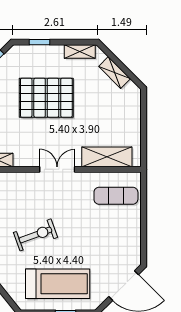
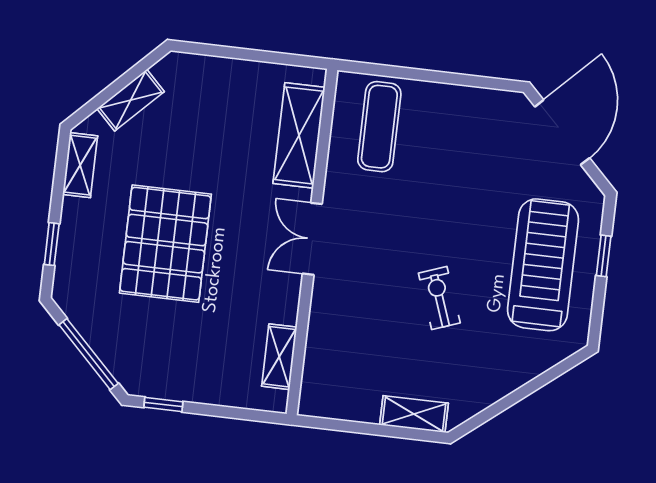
exercise bike: (35, 235) -> (439, 298), width x0.73, depth x0.72

